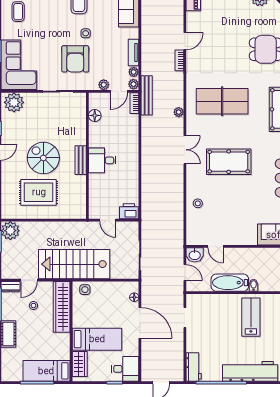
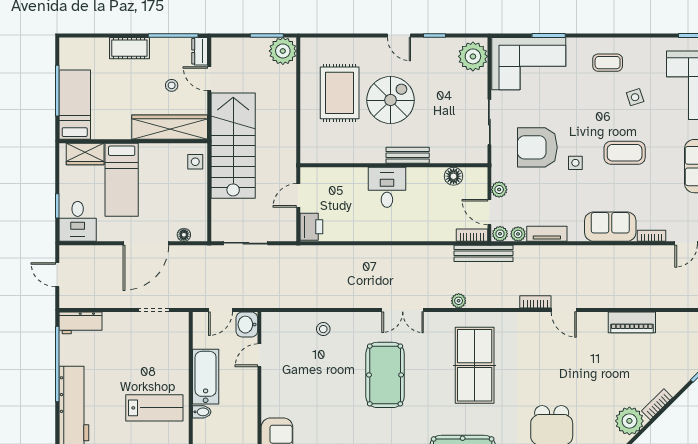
bench: (81, 160) -> (408, 155), moved

